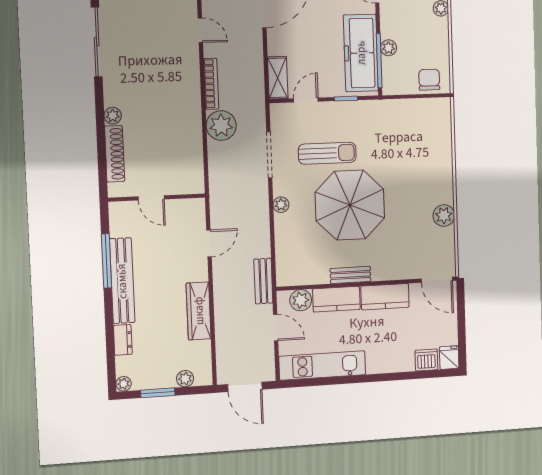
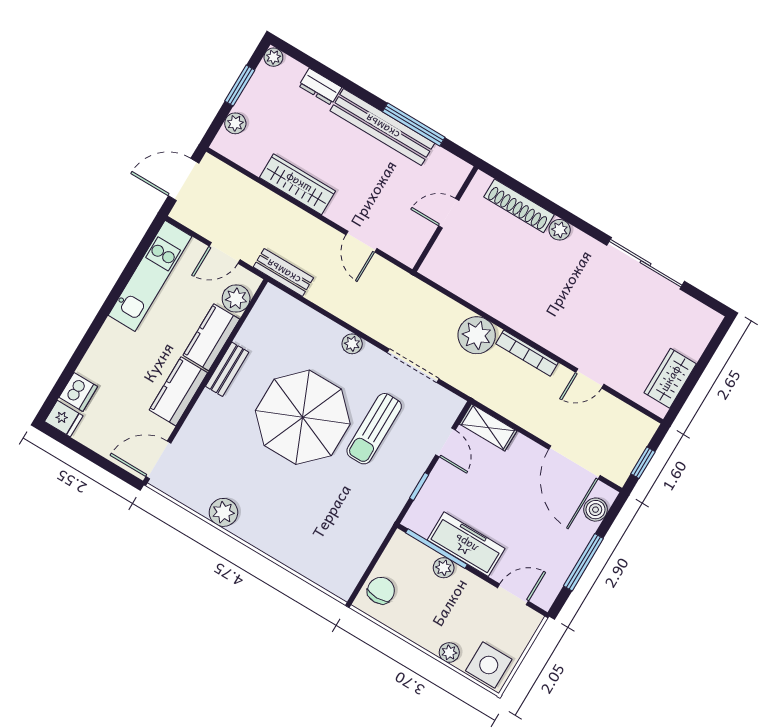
freezer: (361, 53) -> (466, 544), width x0.73, depth x0.79
chair: (429, 80) -> (381, 591), turned -90

